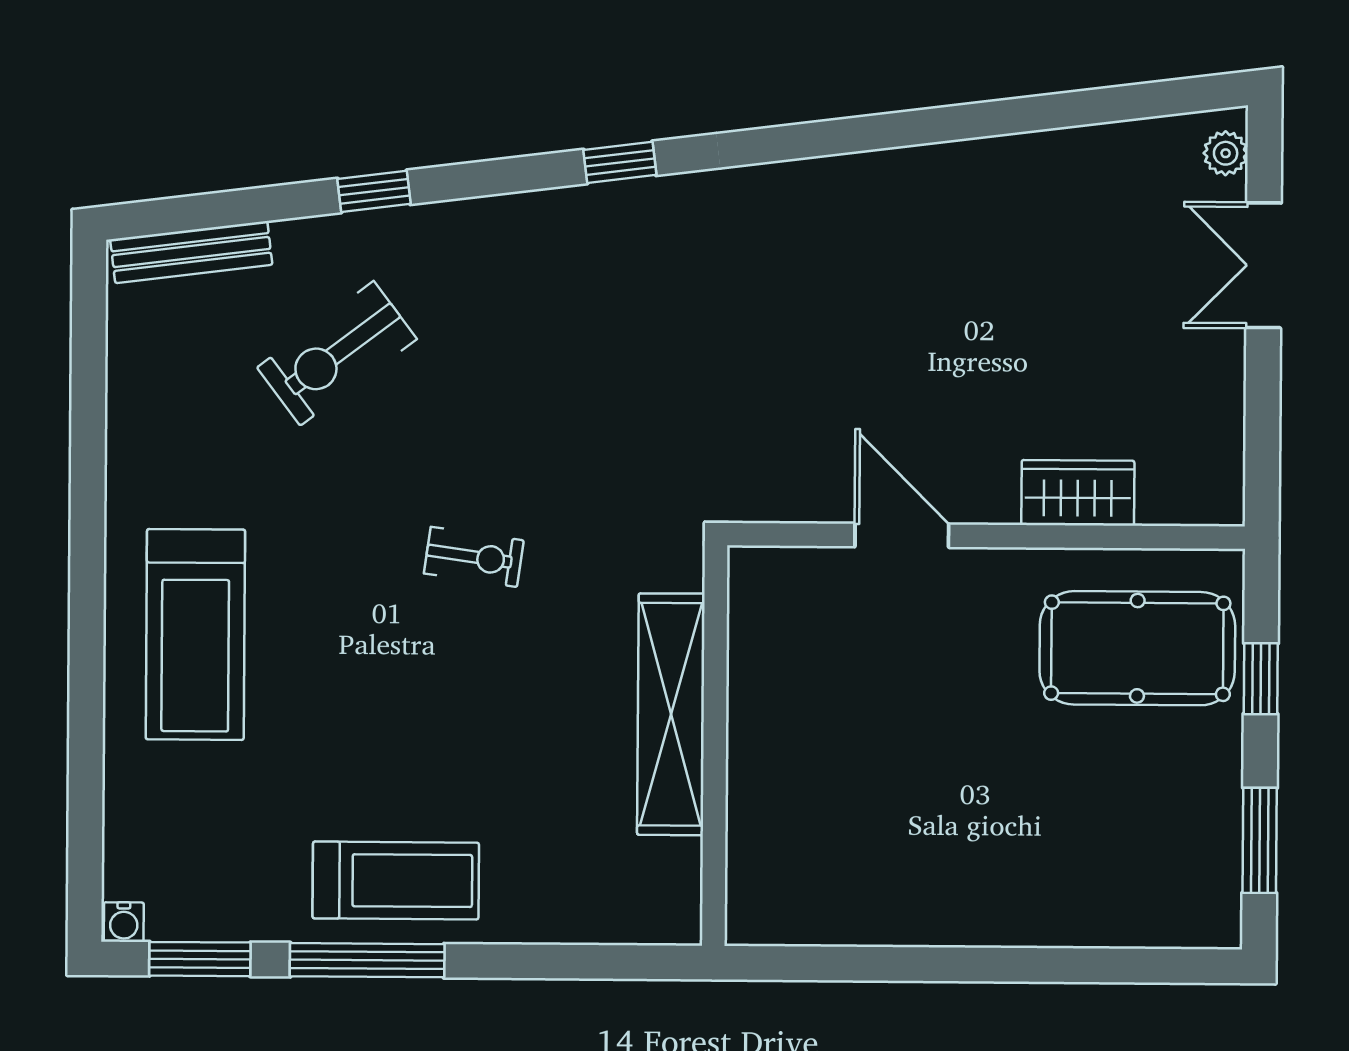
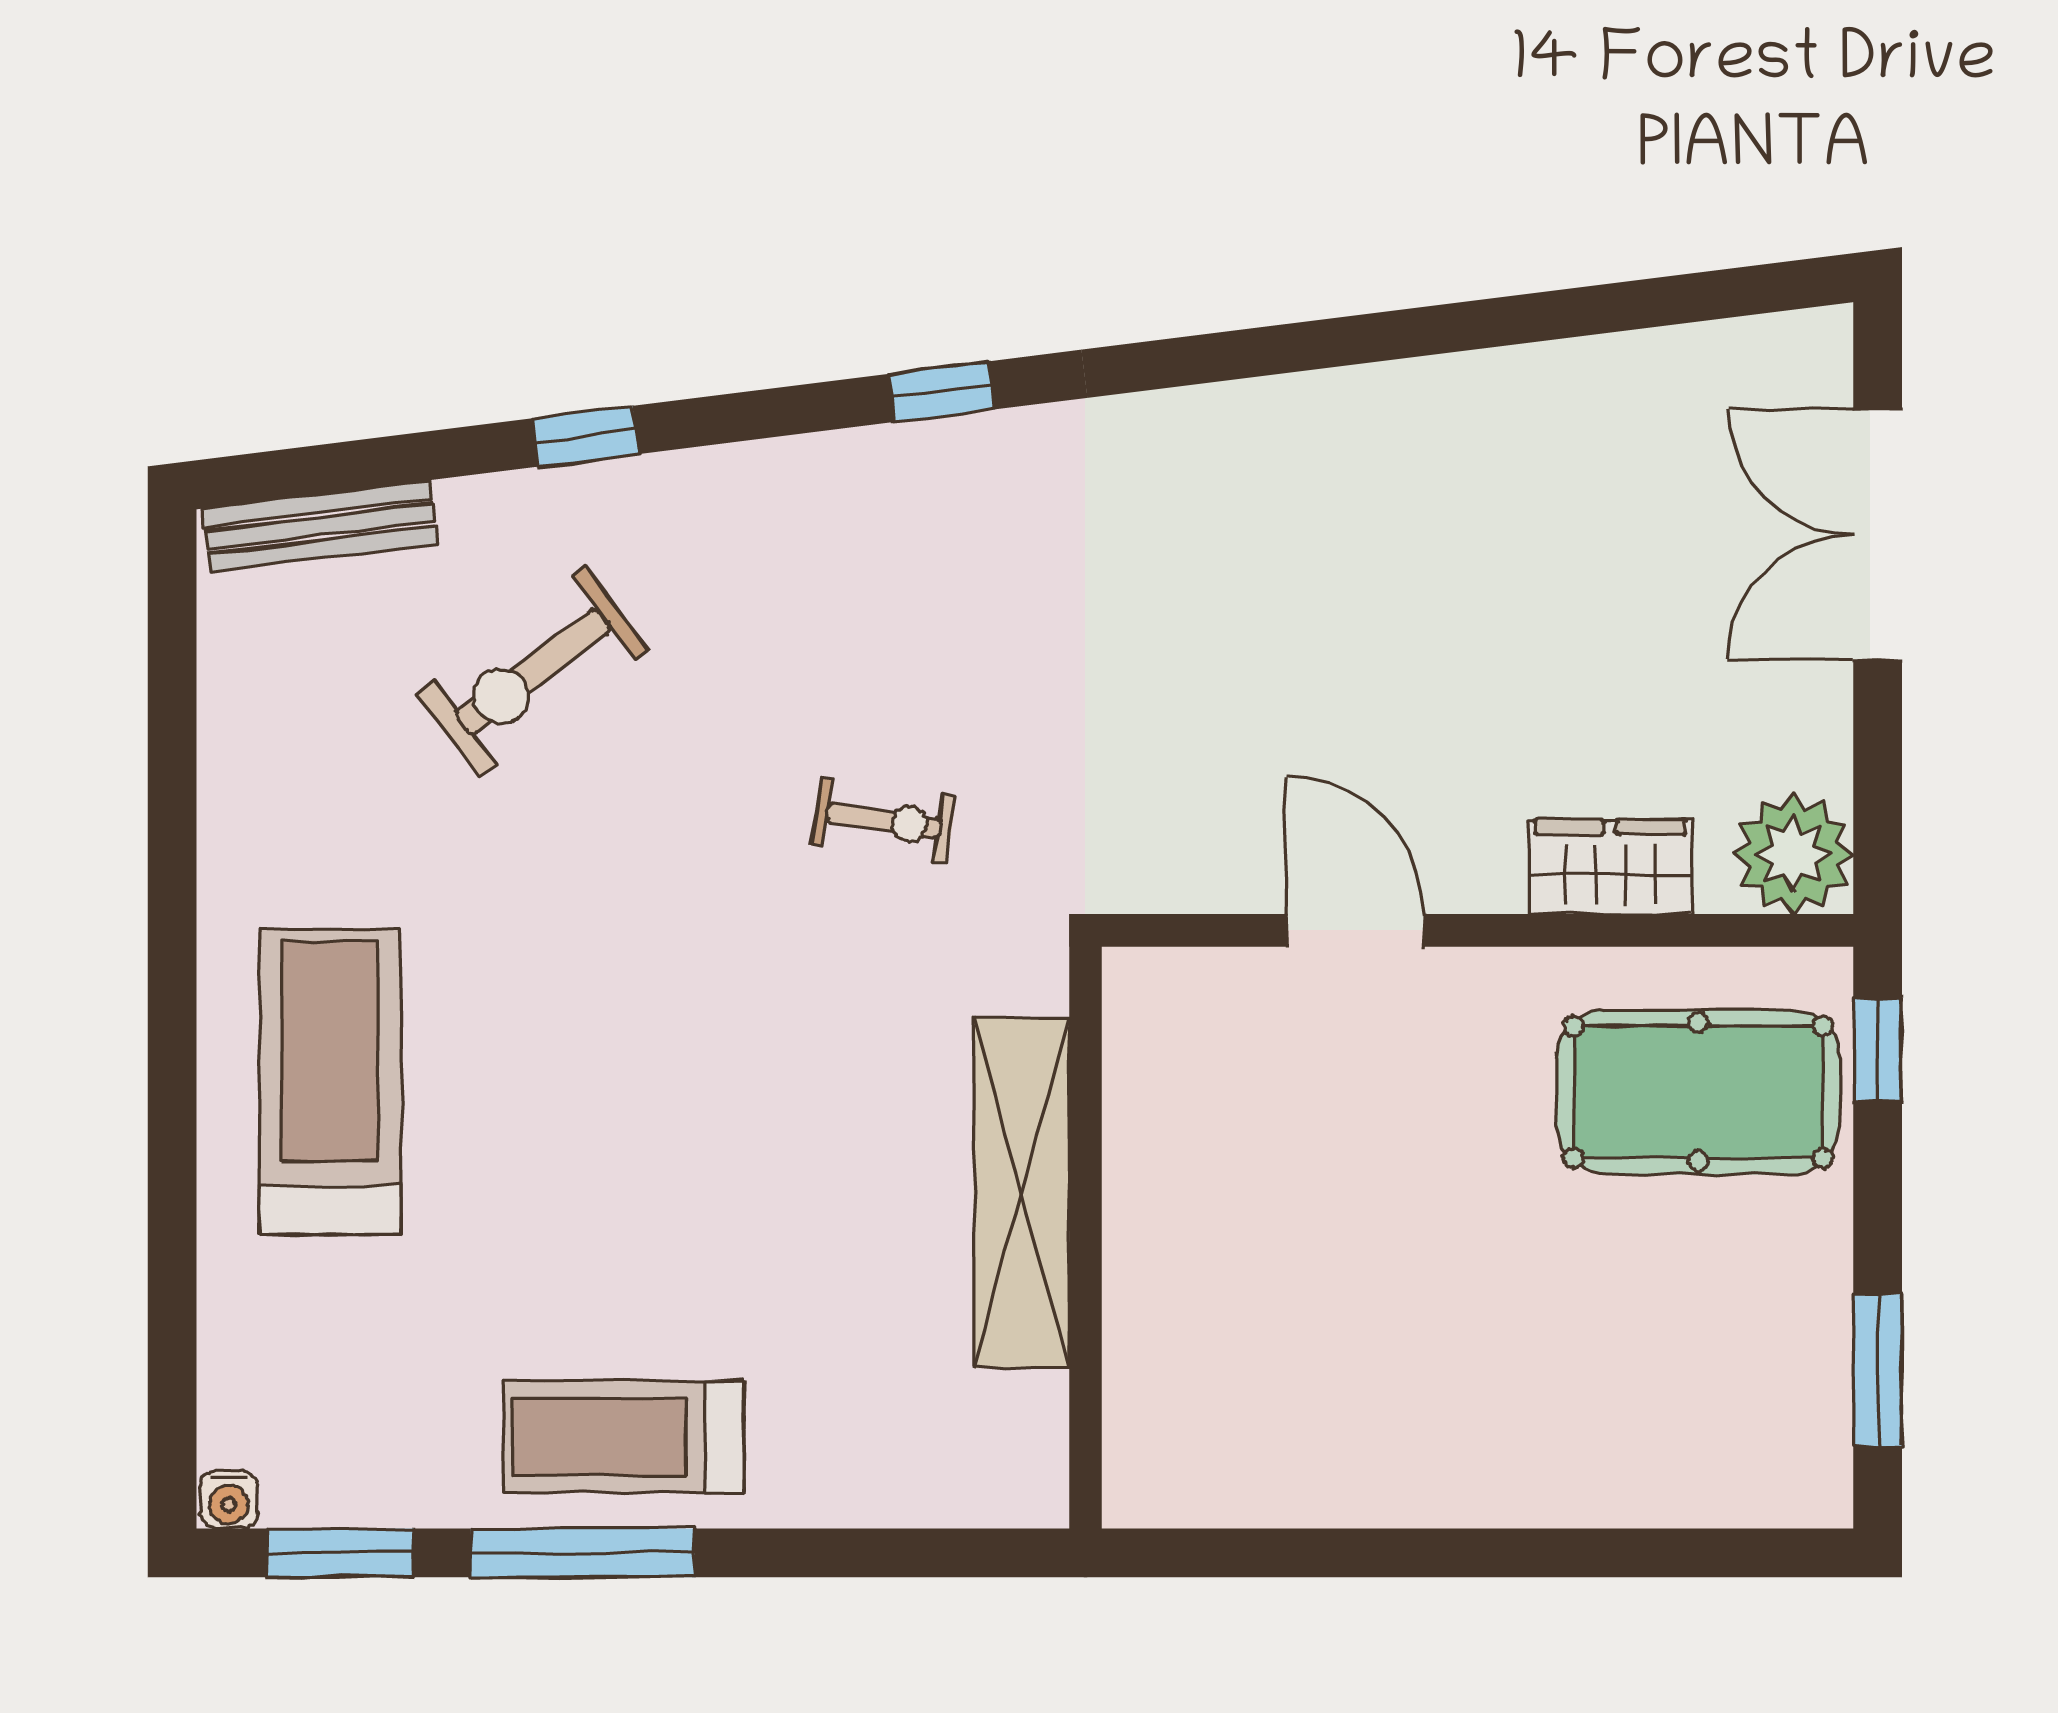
plant: (1226, 153) -> (1793, 854), moved, width x1.88, depth x1.88
double door: (1264, 265) -> (1878, 535), width x1.37
exercise bike: (474, 557) -> (884, 821), moved
treadmill: (195, 634) -> (330, 1082), turned 180
window: (1261, 679) -> (1878, 1050), moved
treadmill: (396, 881) -> (624, 1437), turned 180

